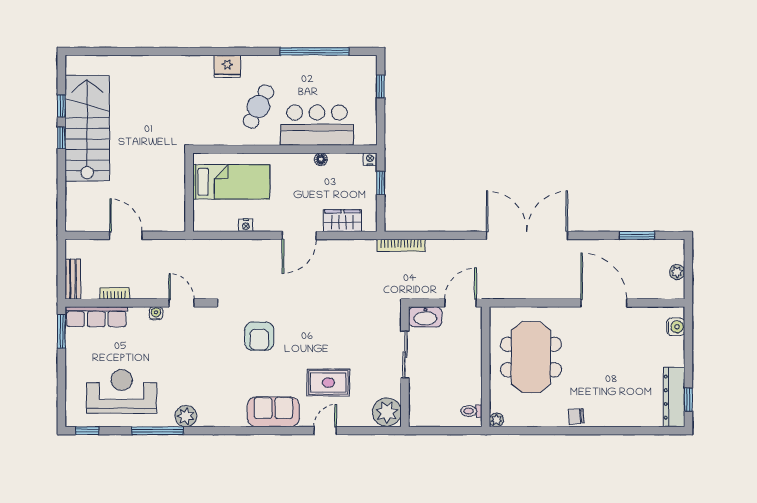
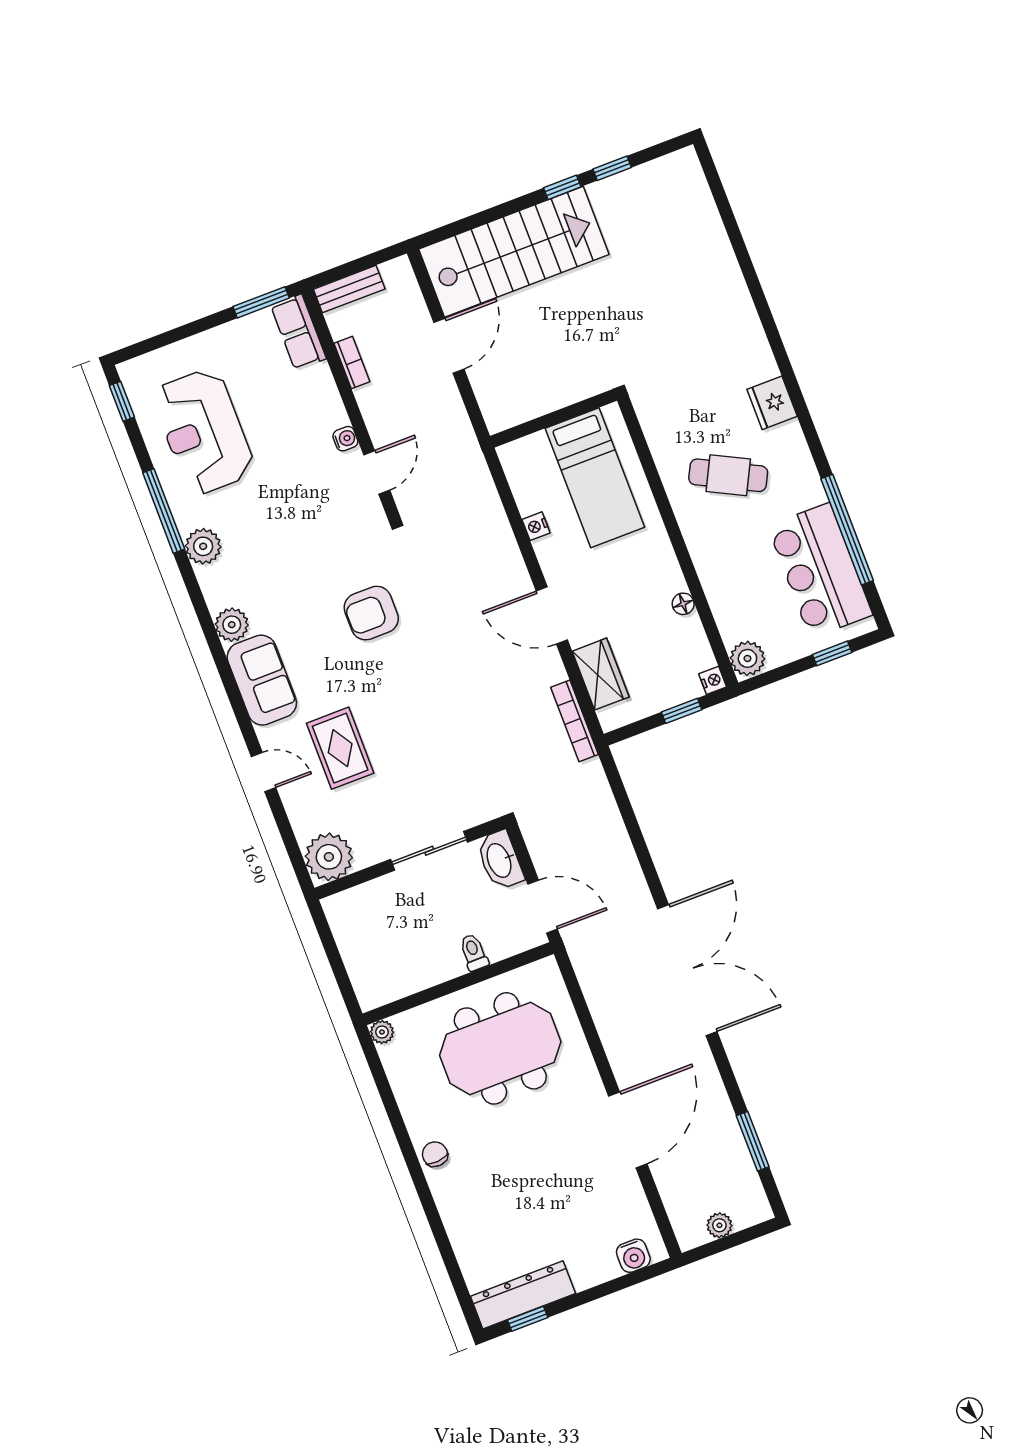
bar counter: (317, 125) -> (820, 570), moved, turned 180
stairs: (87, 128) -> (514, 252), moved
plant: (365, 135) -> (747, 658), added
bookcase: (401, 245) -> (574, 721), moved
row of seats: (96, 317) -> (299, 332), width x0.68
reception desk: (122, 391) -> (204, 432), turned 180
toilet: (471, 411) -> (474, 952), moved
plant: (236, 417) -> (232, 625), added

